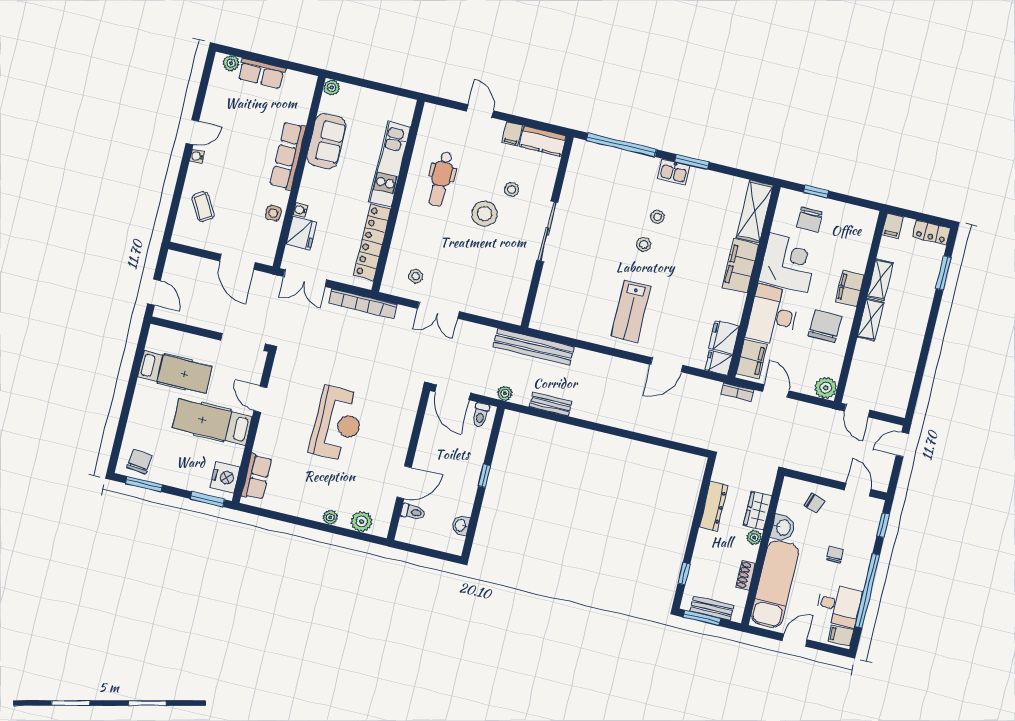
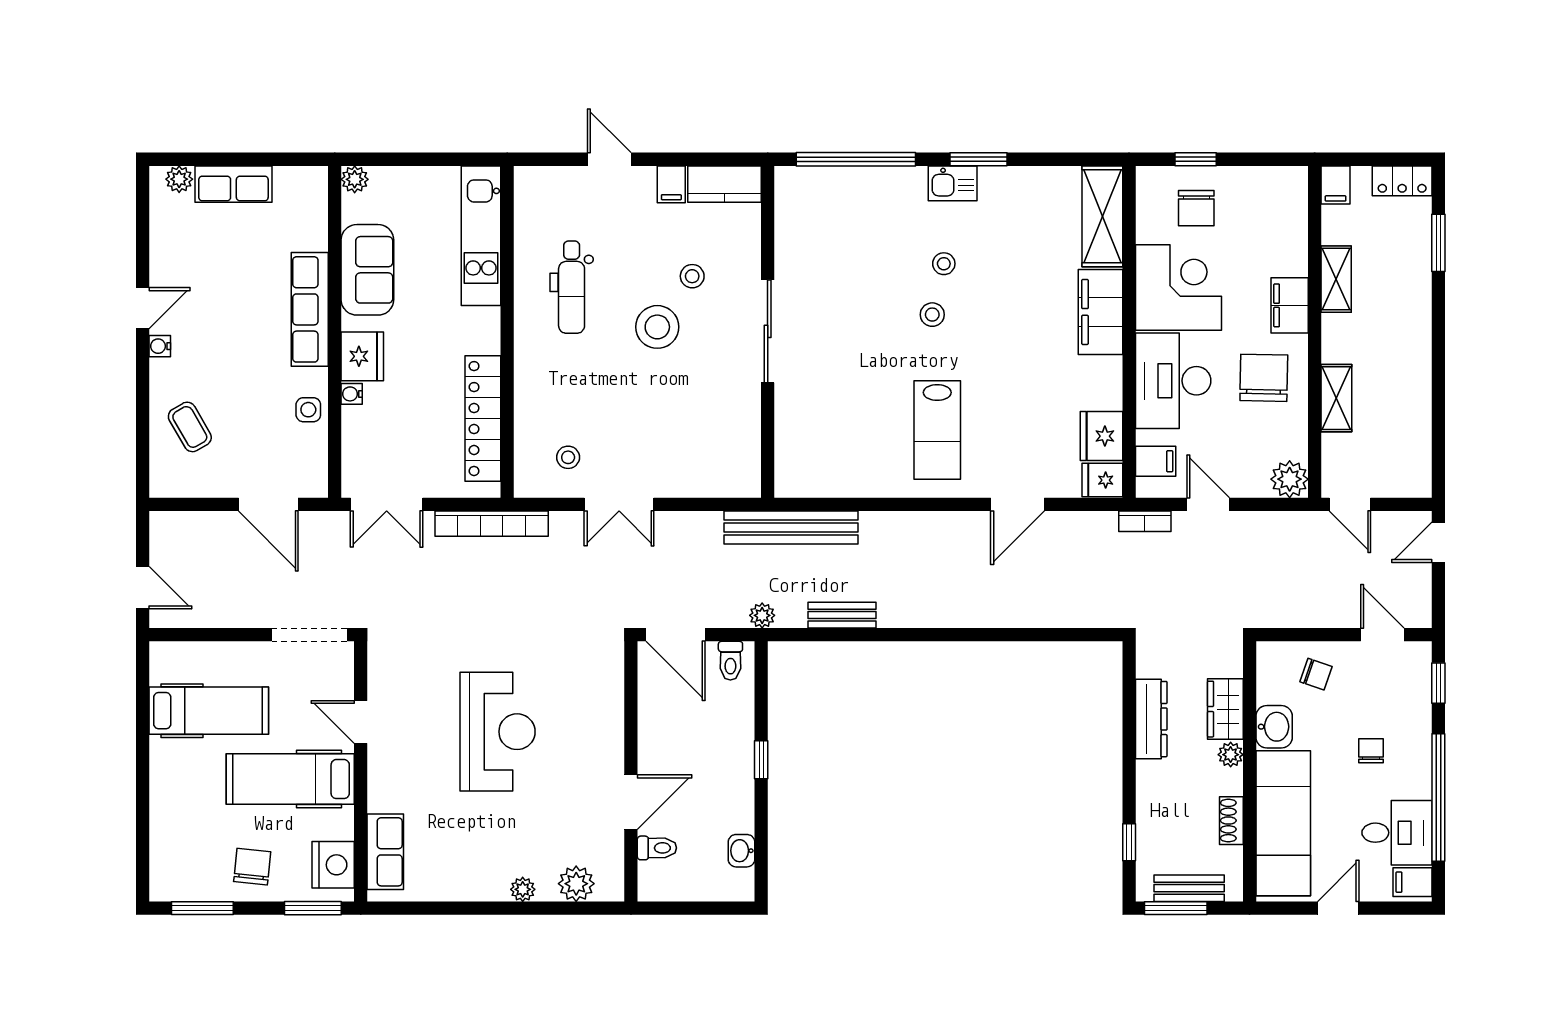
kitchen unit: (390, 164) -> (481, 236), moved
fridge: (301, 233) -> (362, 356), moved
shelving: (871, 320) -> (1336, 398), moved
filing cabinet: (752, 359) -> (1156, 461), width x0.50
chair: (139, 461) -> (252, 867), moved

